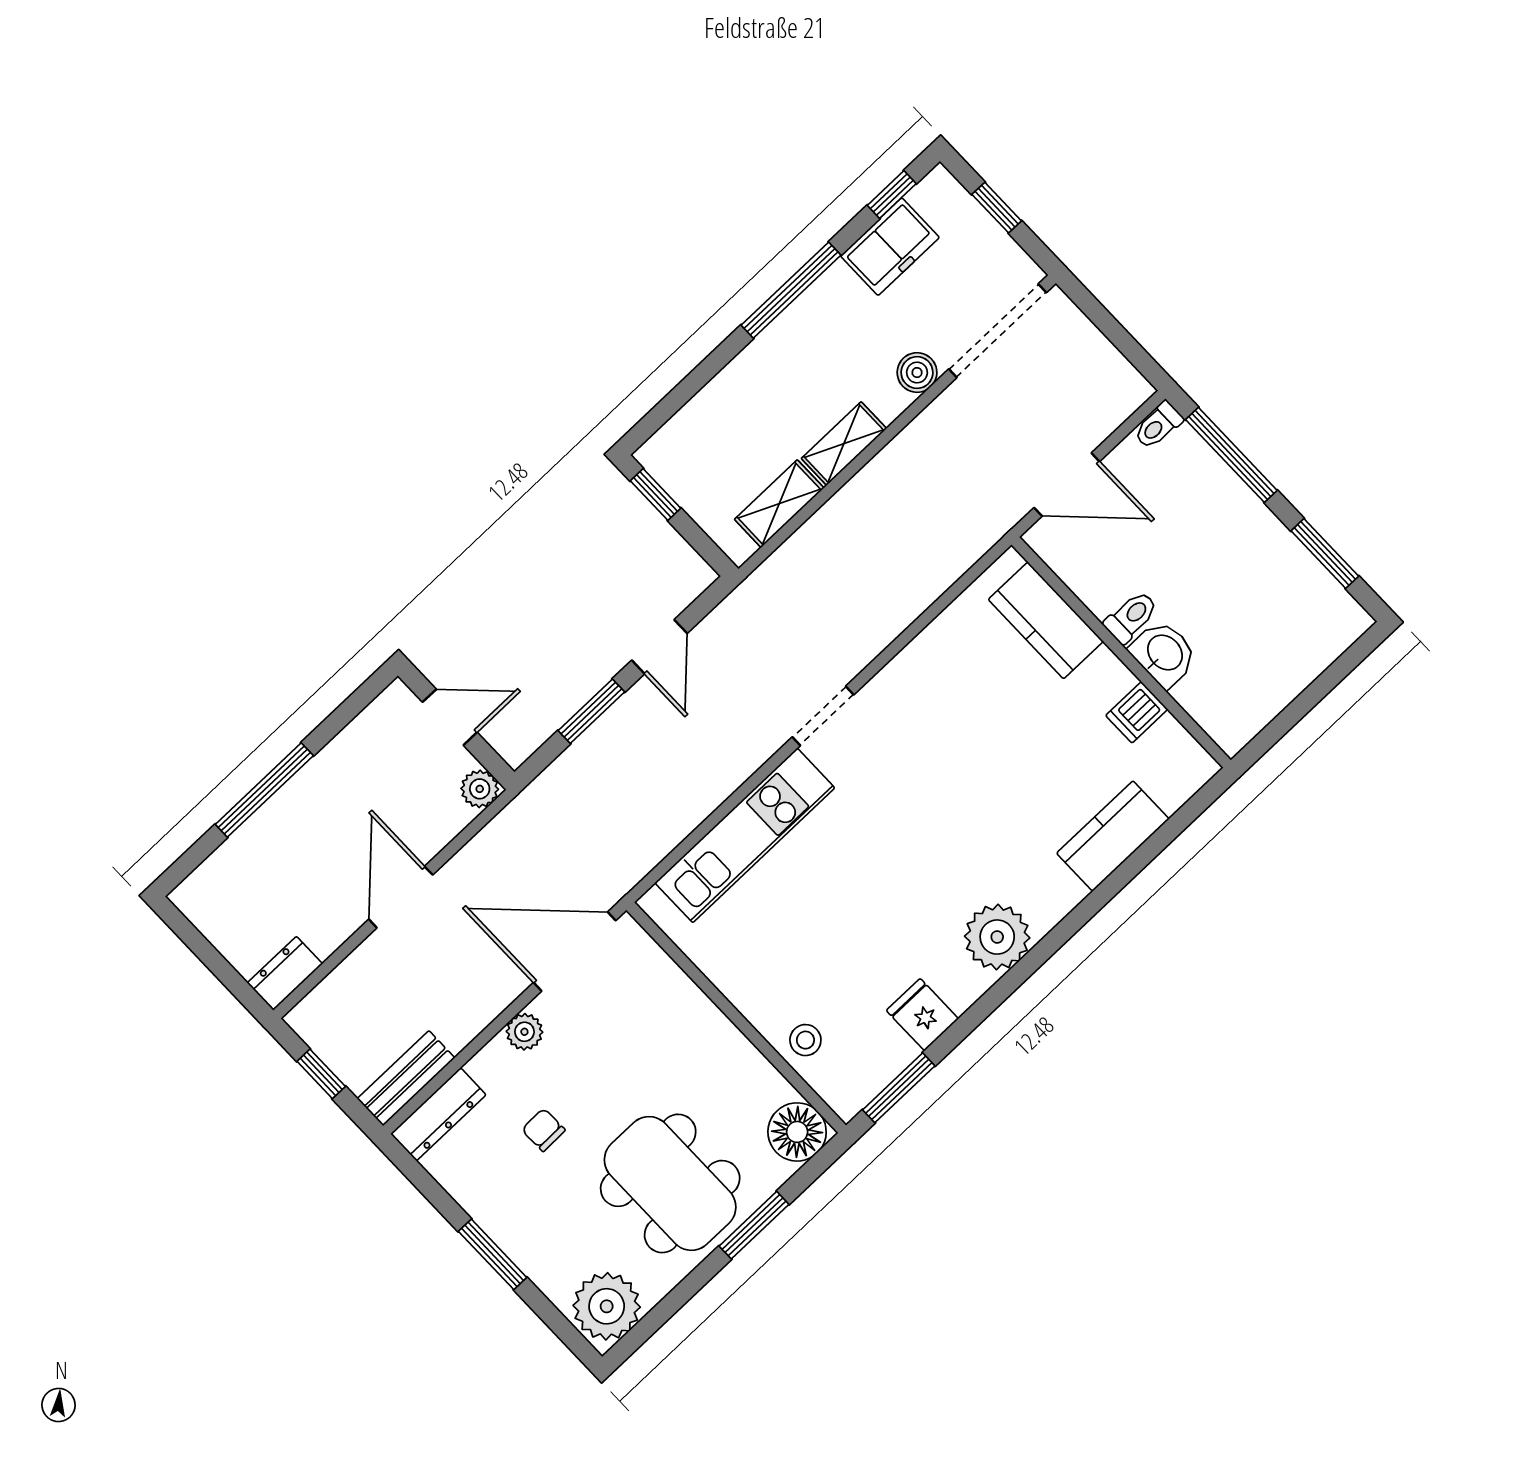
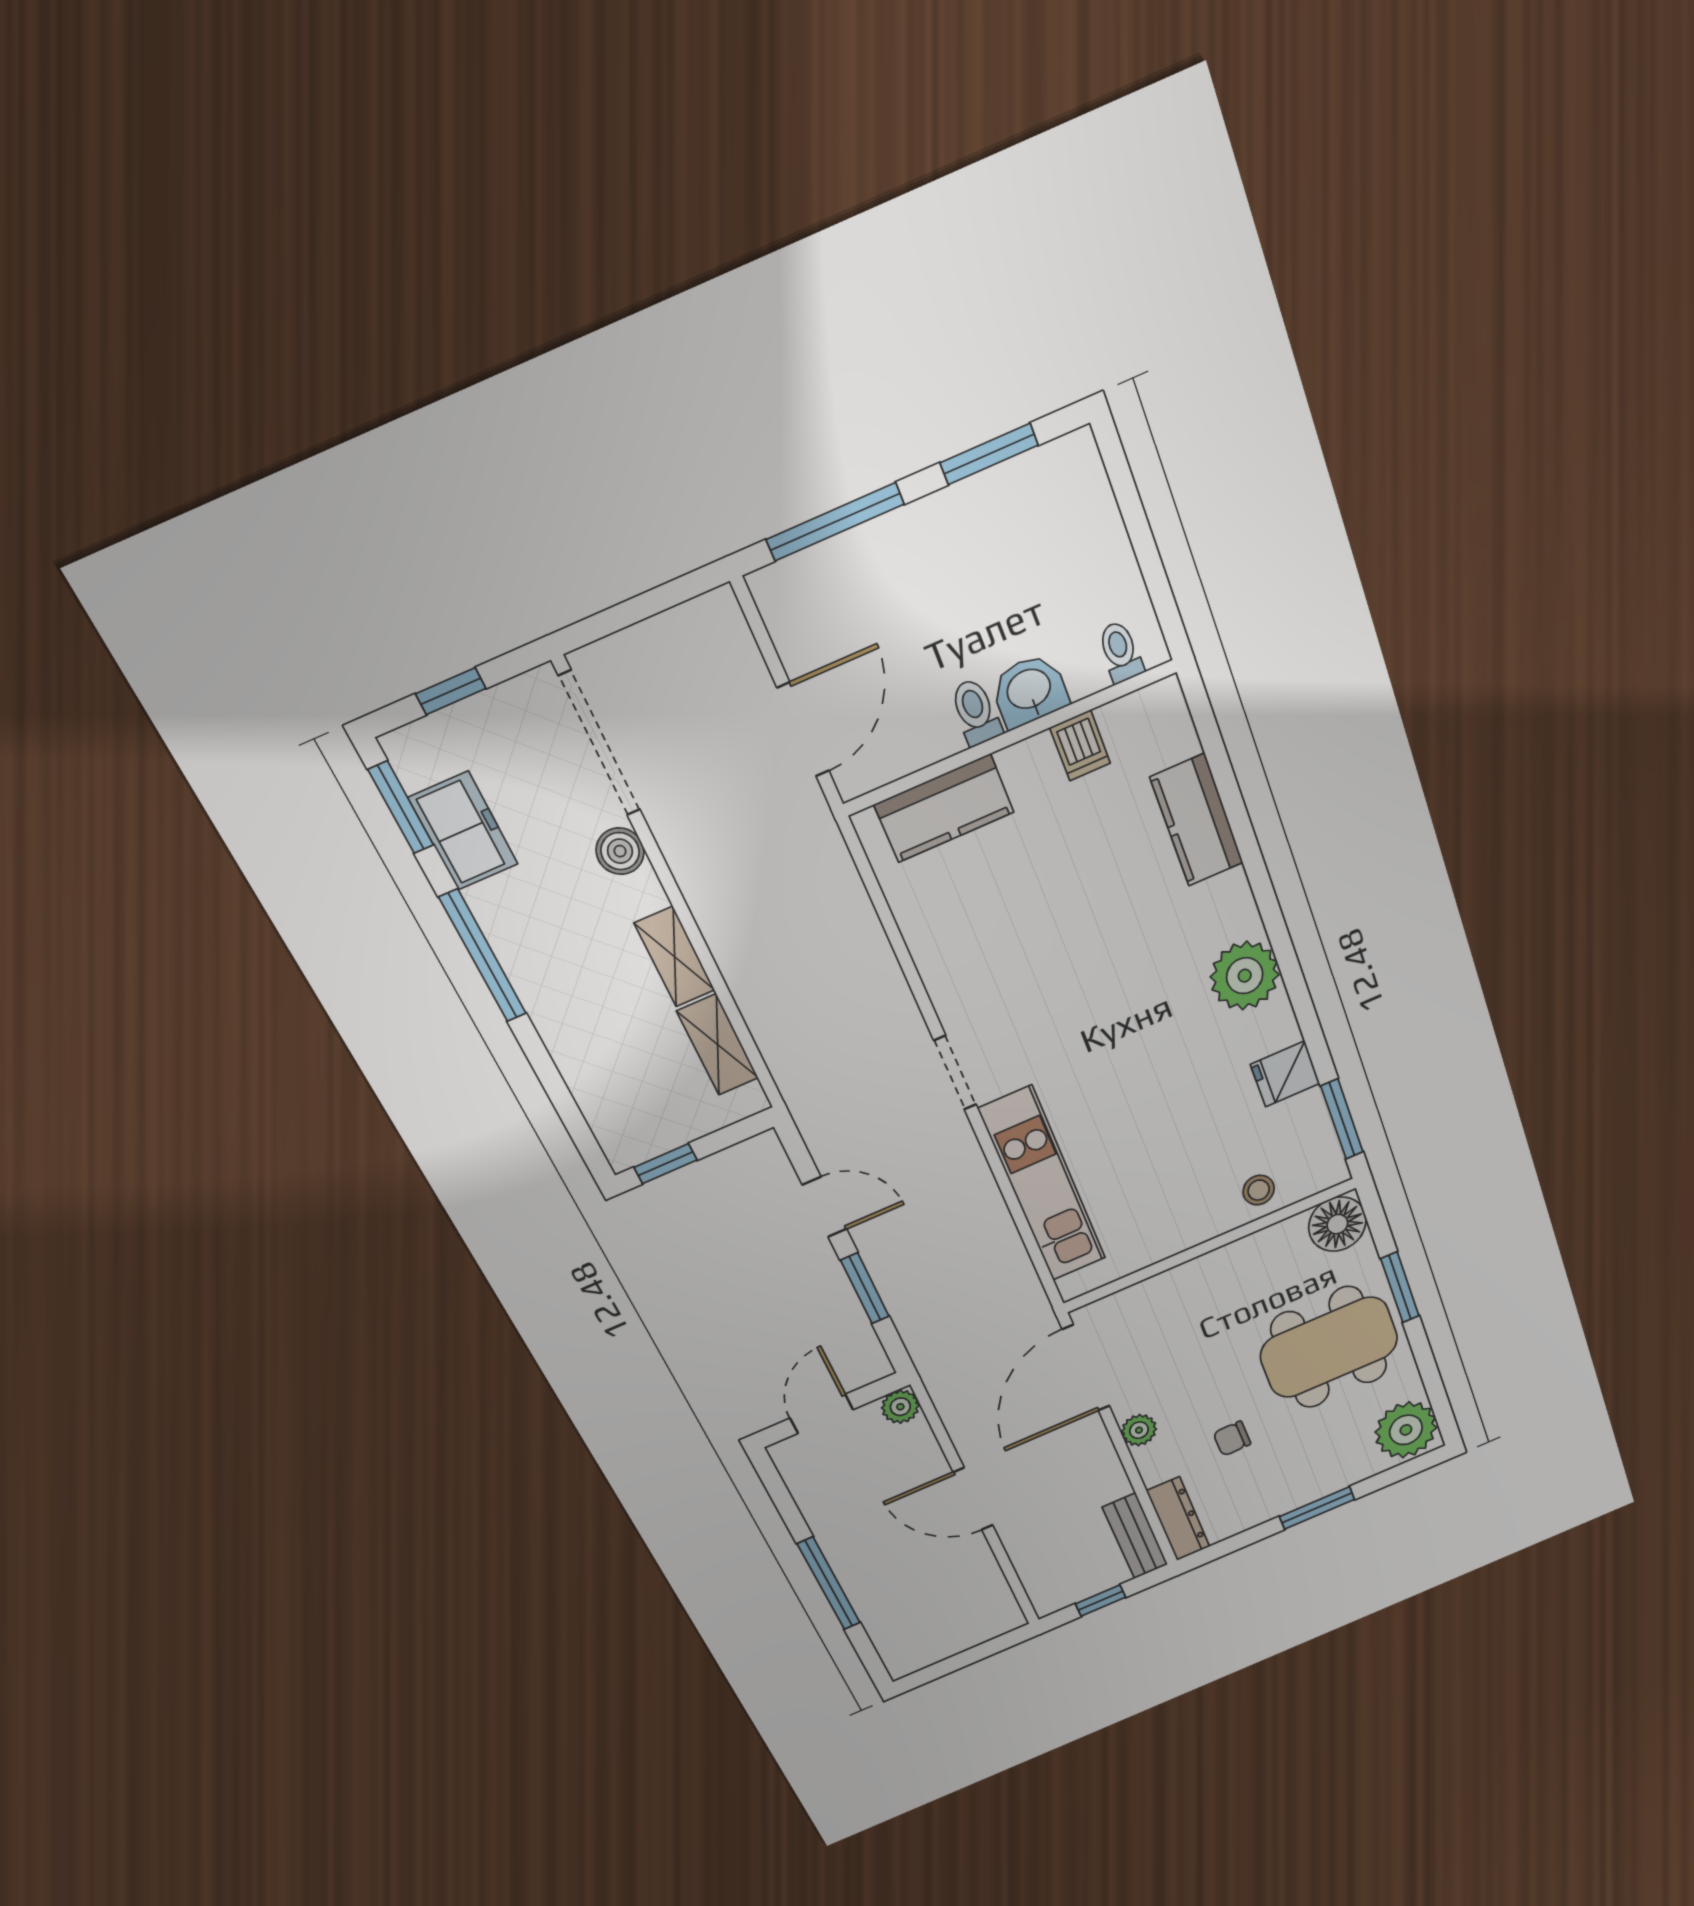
window: (892, 195) -> (401, 807), width x1.50
toilet: (1158, 425) -> (1120, 652), moved, turned 180
dresser: (285, 973) -> (1001, 1607), removed

